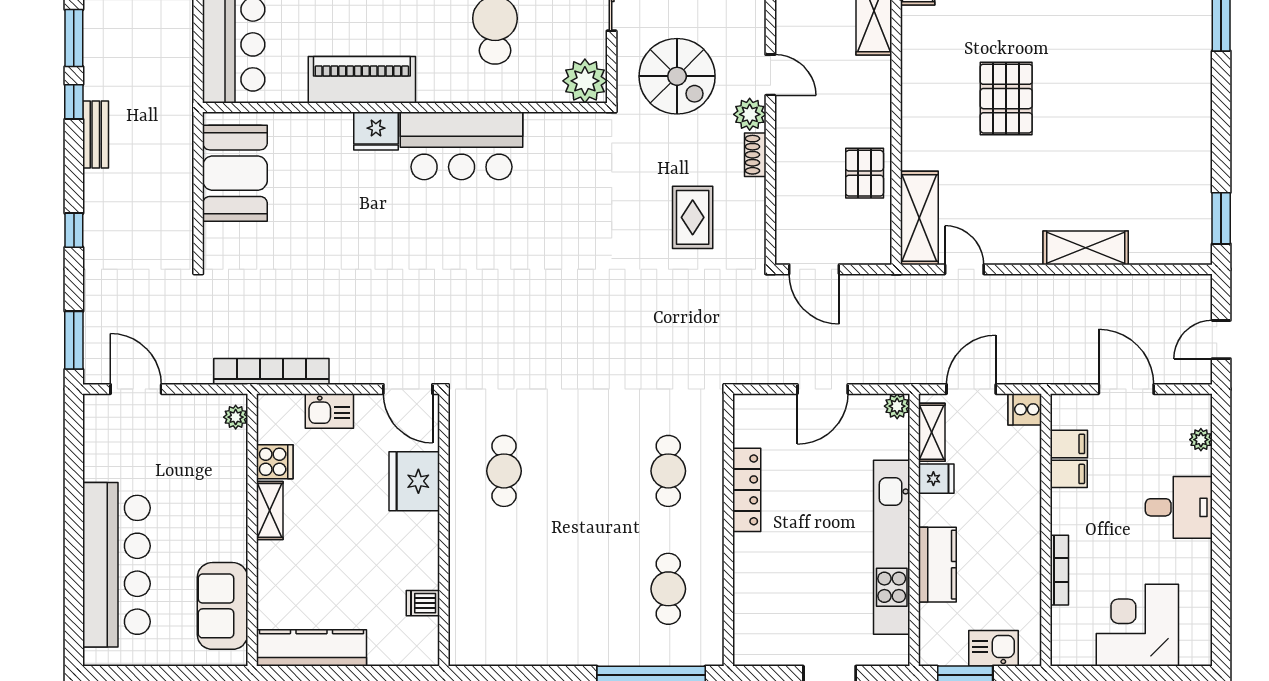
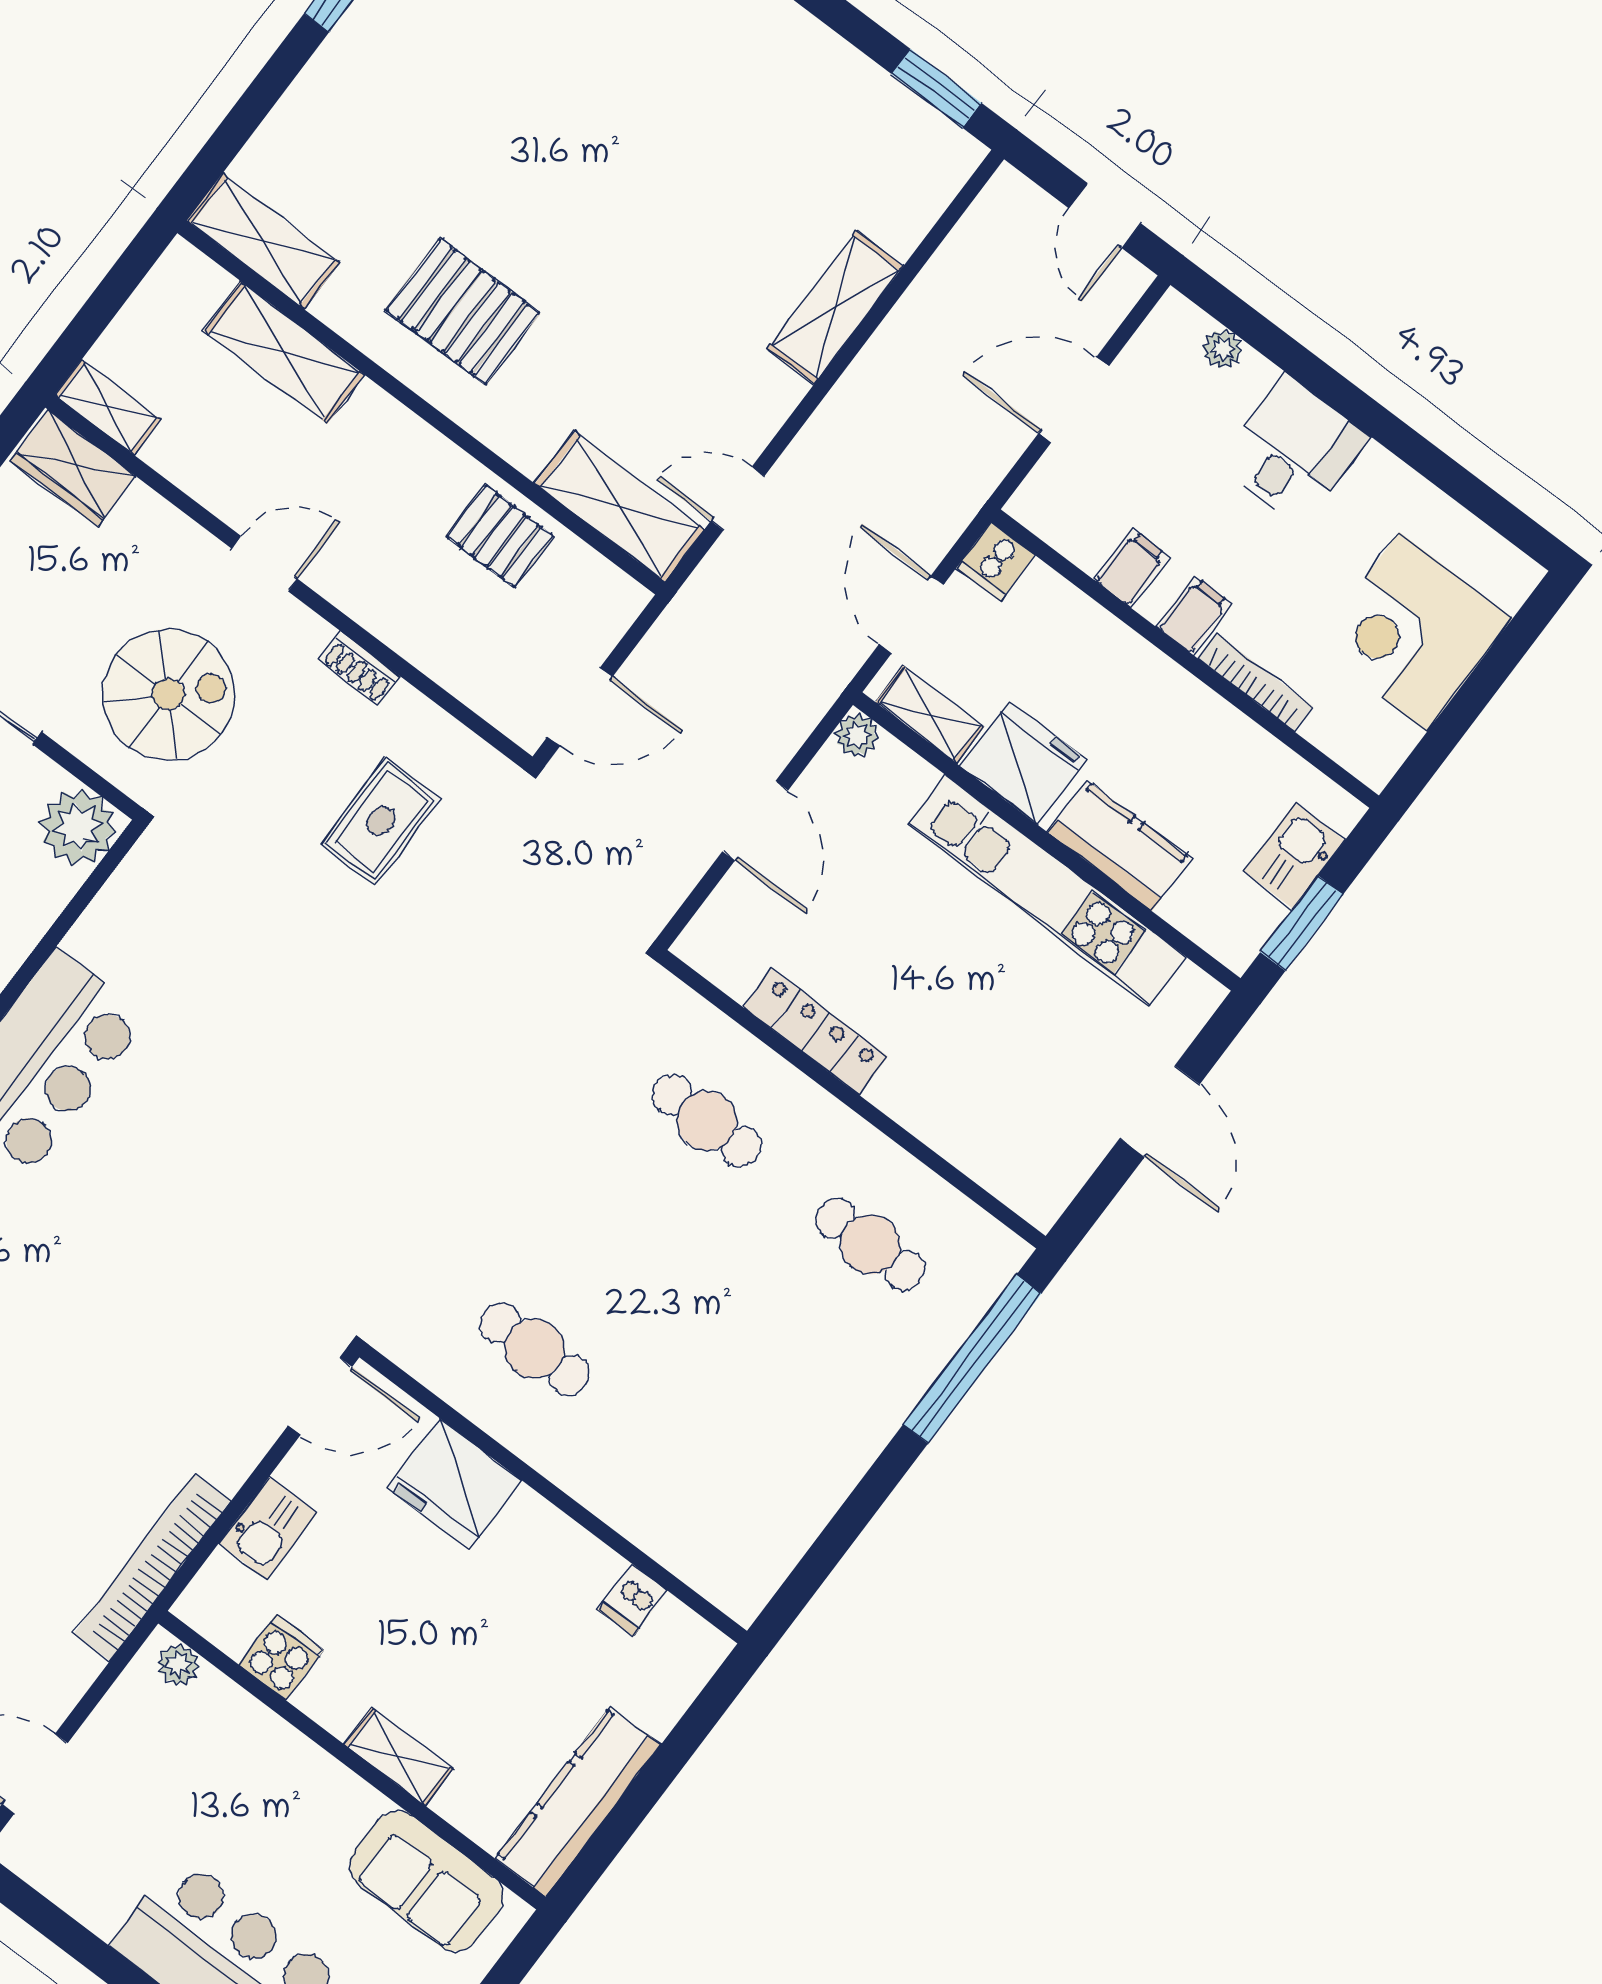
pallet: (1006, 99) -> (463, 311), moved
plant: (750, 114) -> (298, 634), removed
rug: (693, 217) -> (381, 821), turned 90
filing cabinet: (1069, 444) -> (1194, 615), moved
fridge: (936, 479) -> (1023, 763), width x1.88, depth x1.34
shelving: (270, 510) -> (398, 1757), moved

